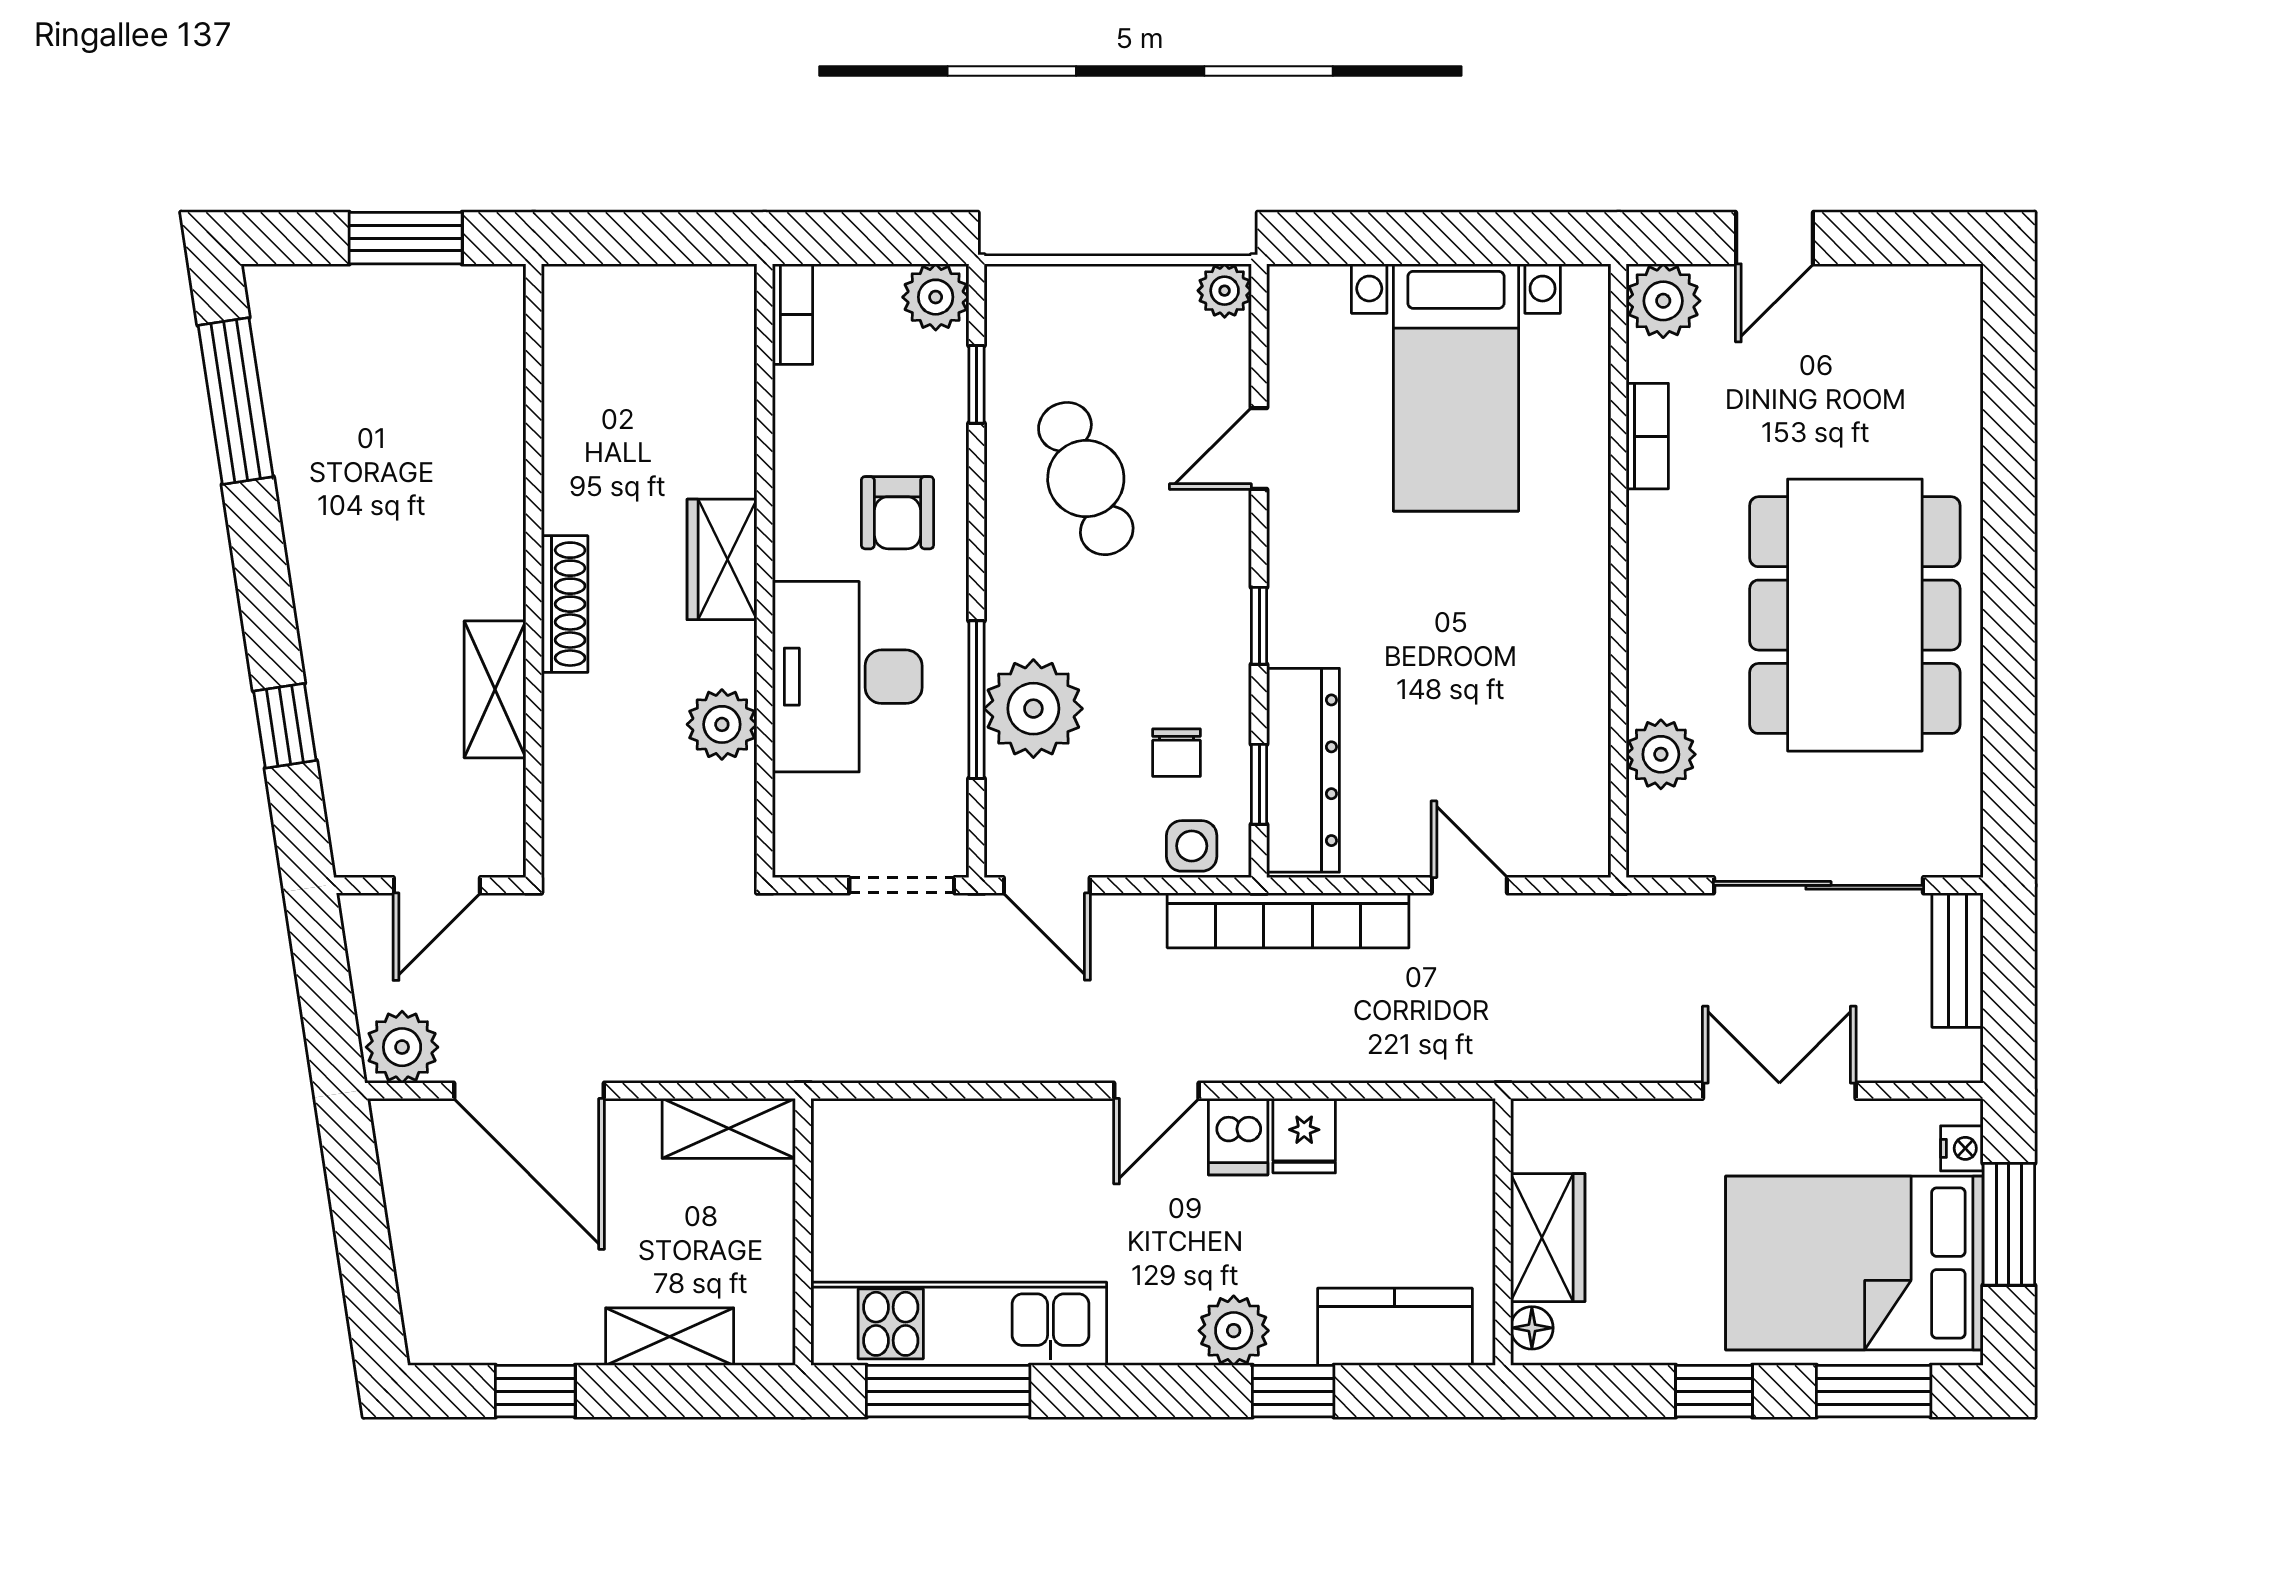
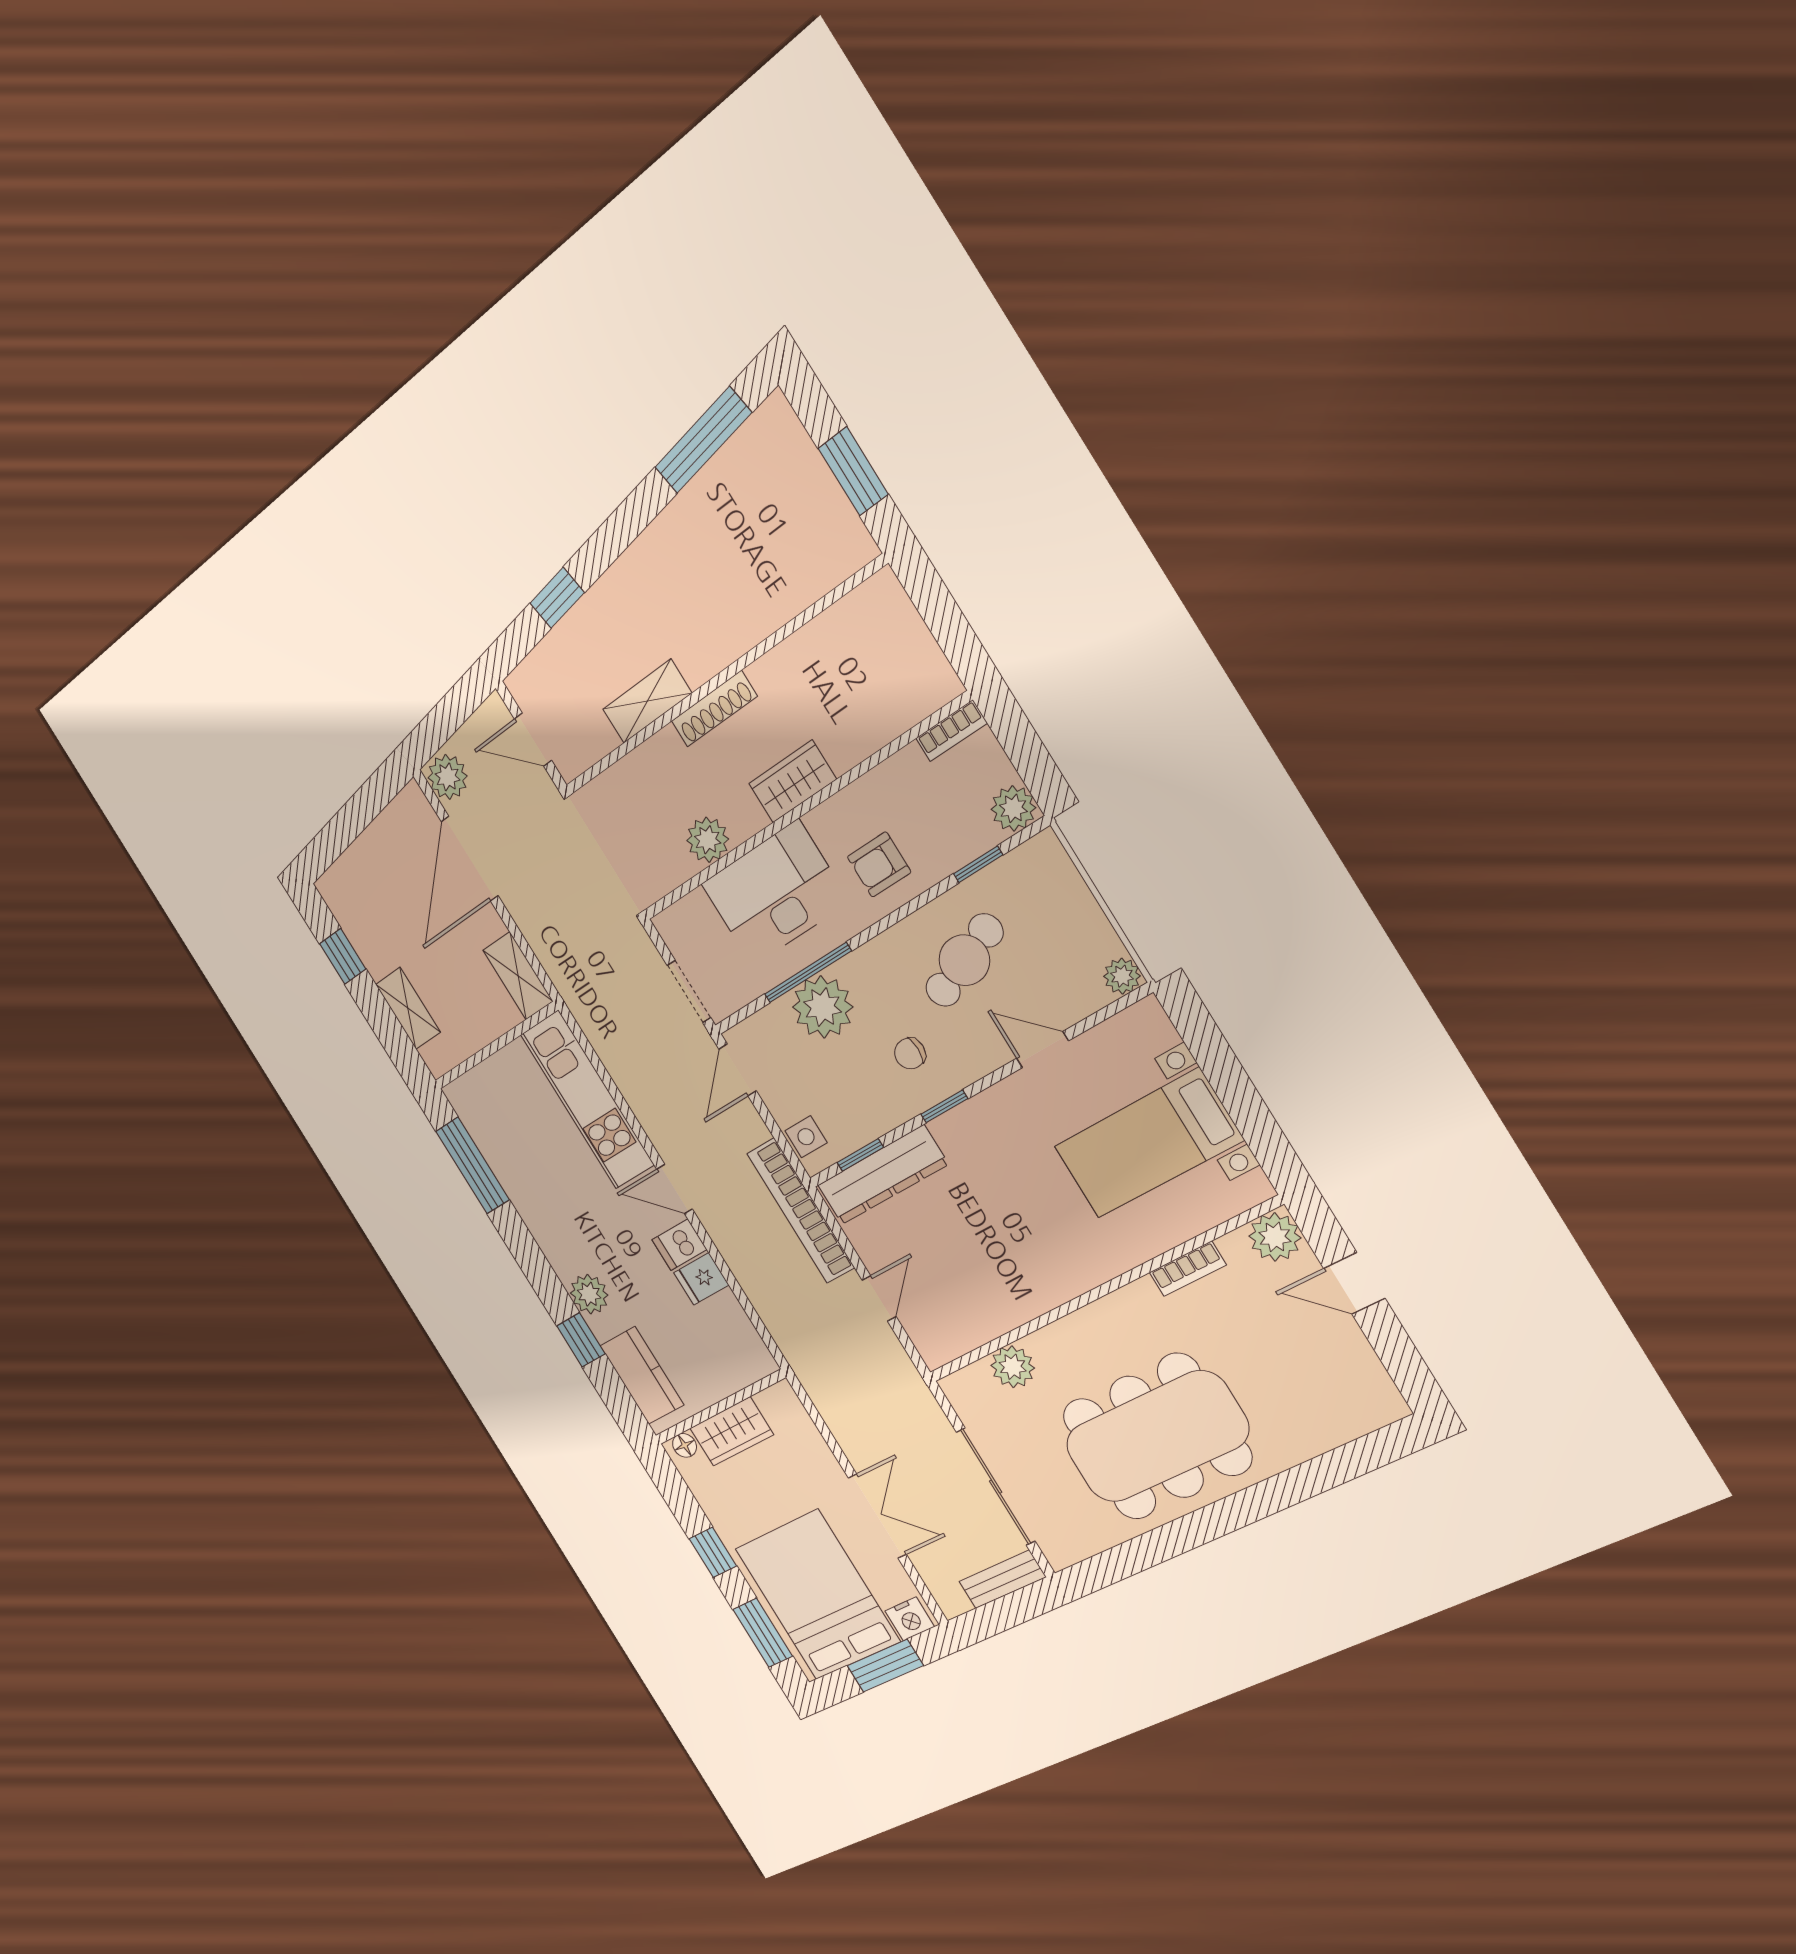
chair: (1177, 753) -> (910, 1053), moved
nightstand: (1962, 1148) -> (910, 1619), width x1.39, depth x1.35
kitchen unit: (959, 1324) -> (587, 1100), moved, turned 180

